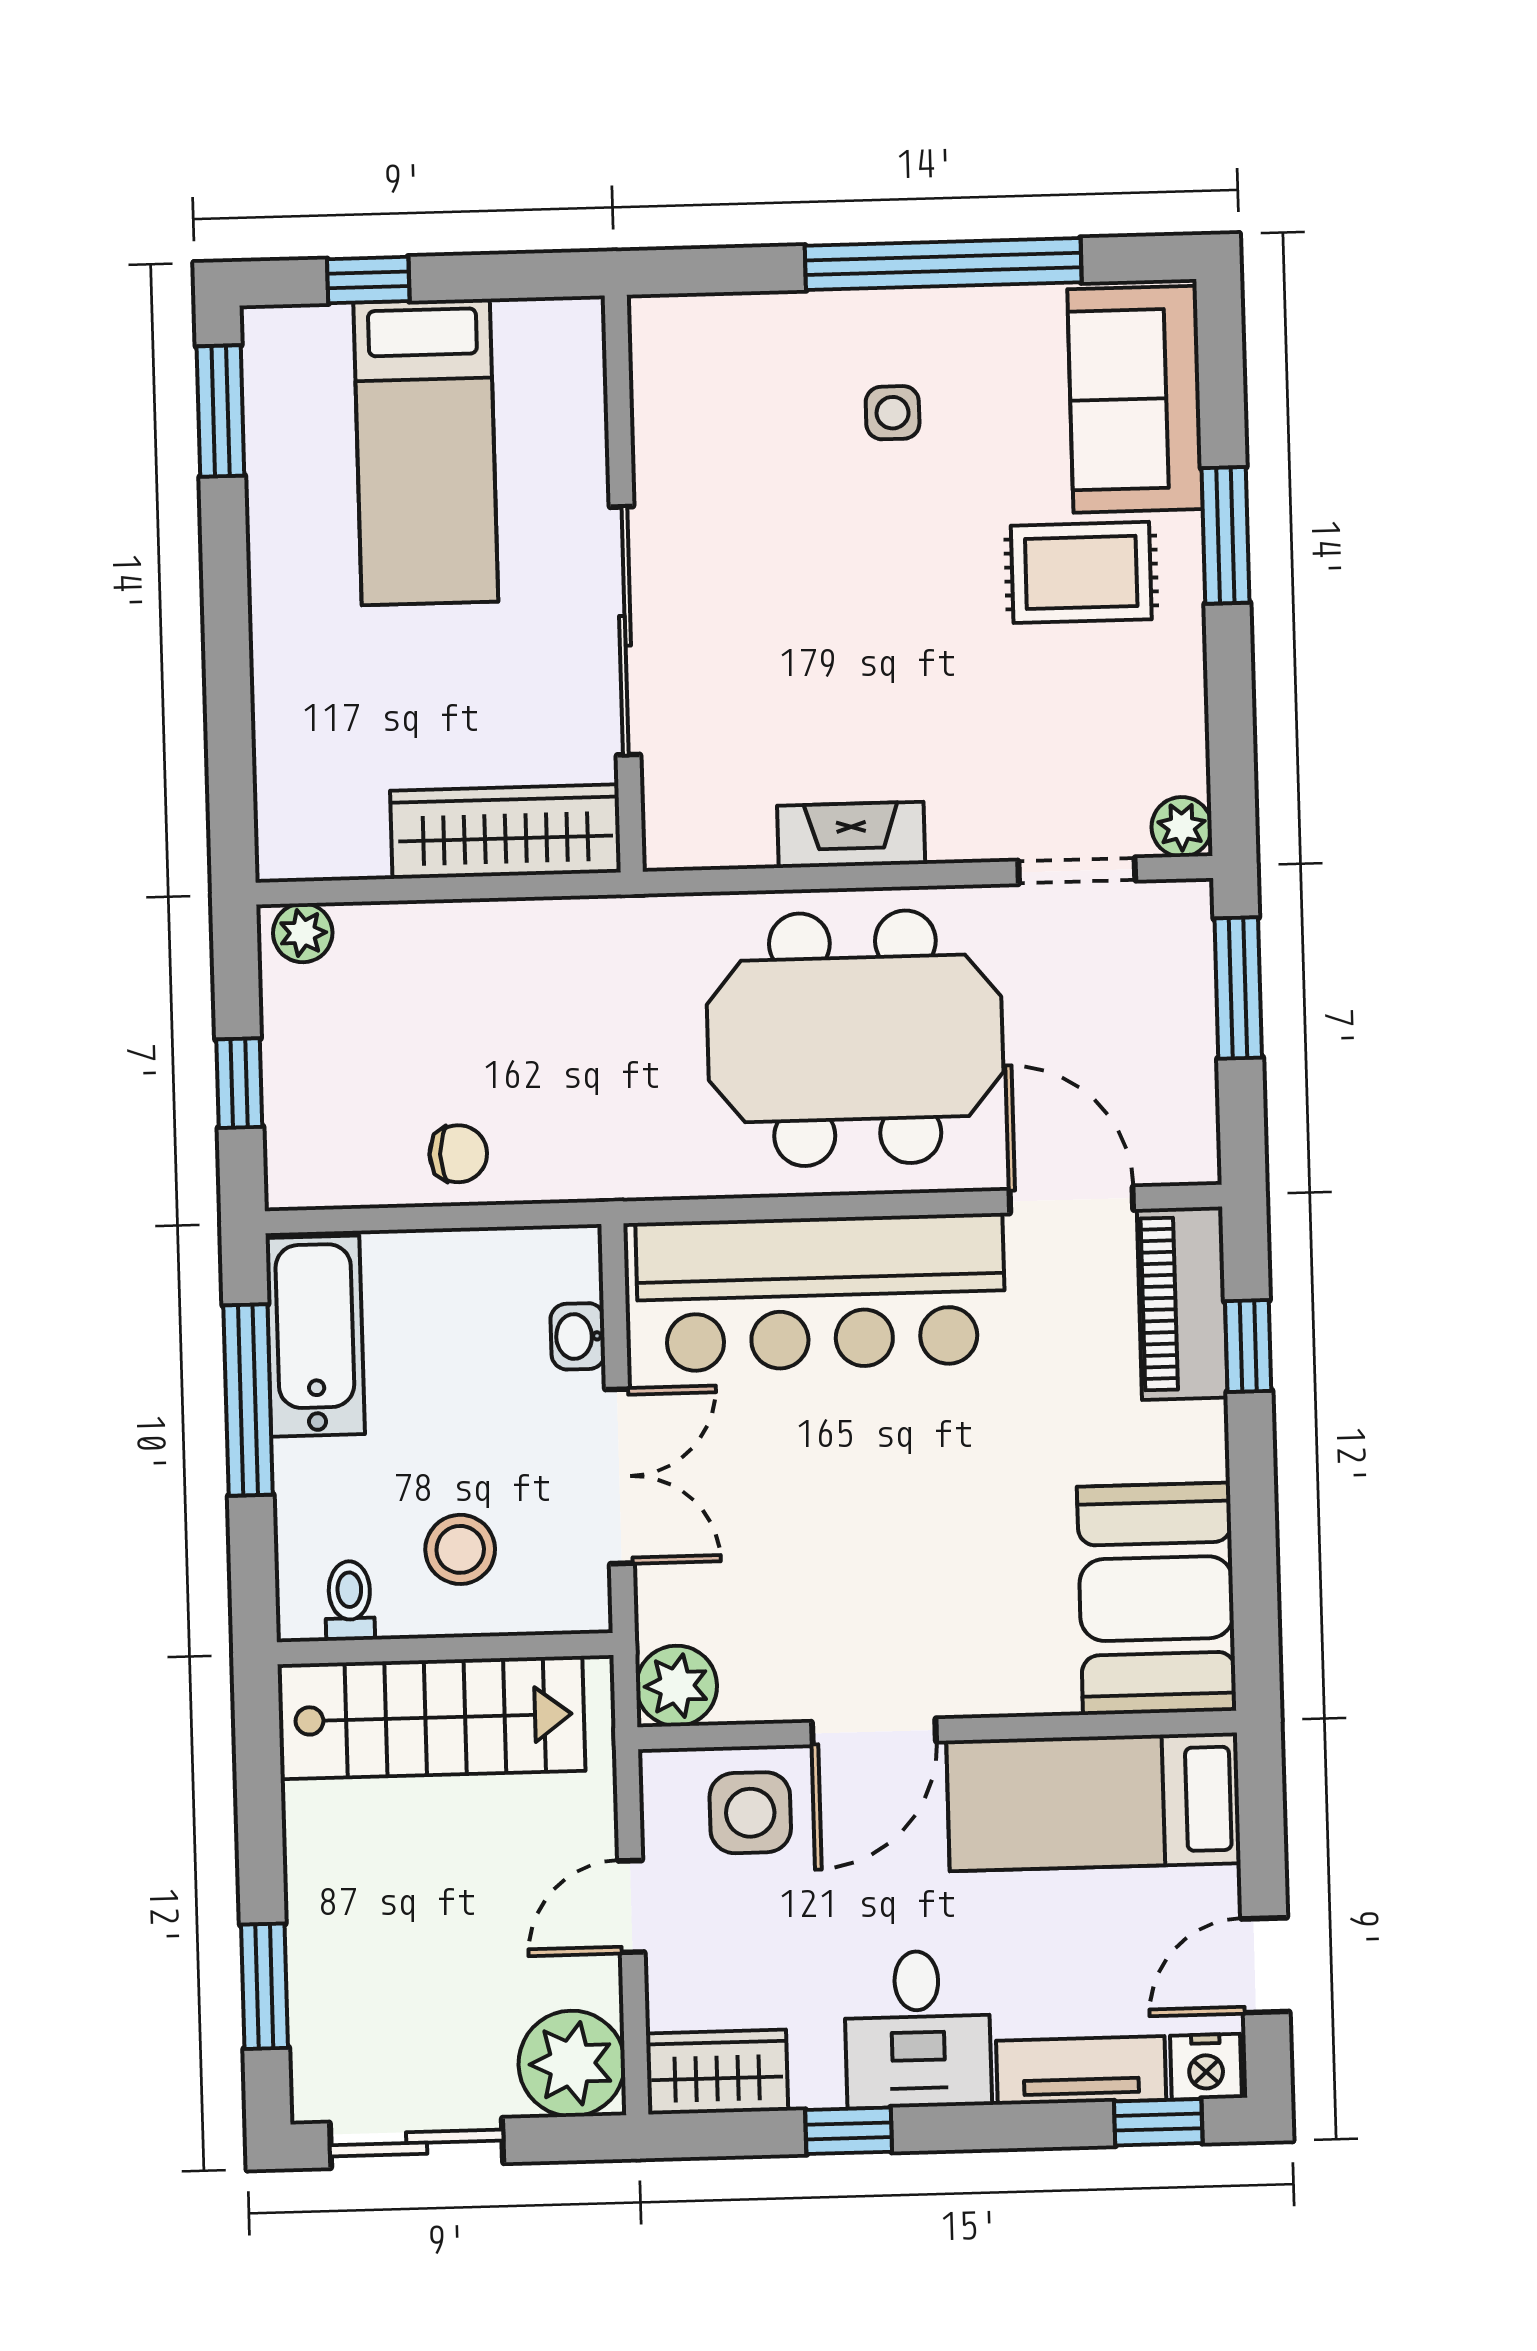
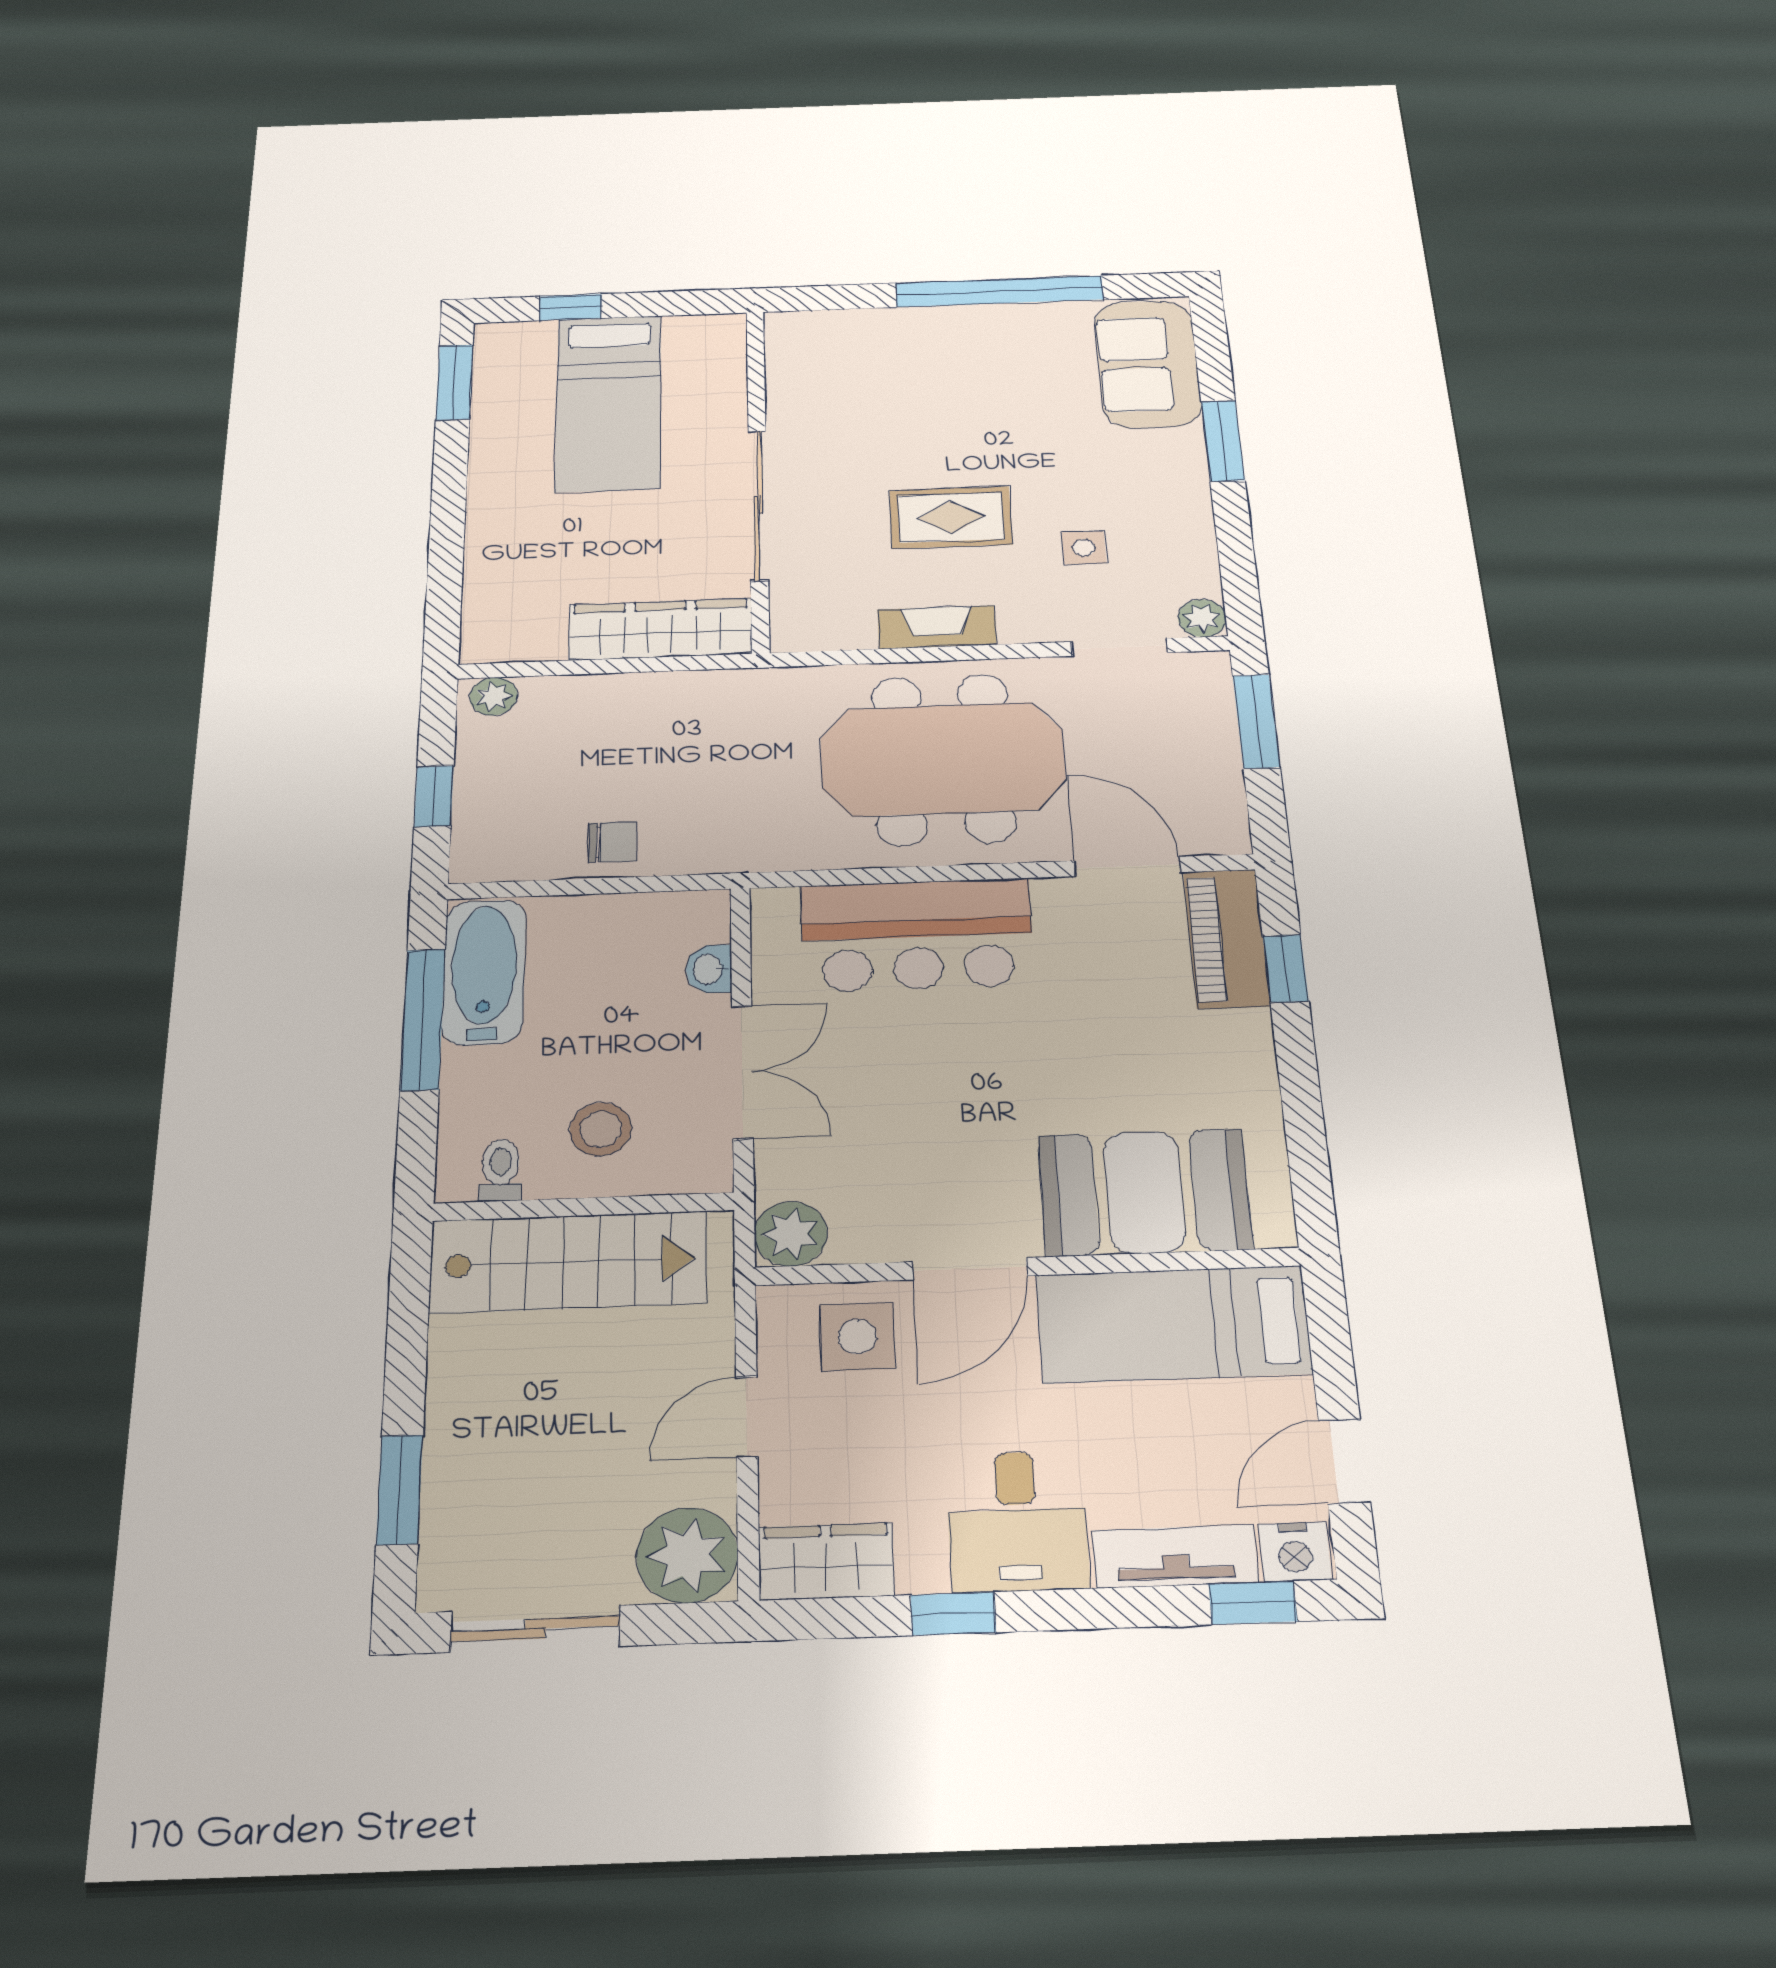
side table: (893, 413) -> (1084, 548), moved
rug: (1081, 572) -> (951, 517), moved
bar counter: (821, 1293) -> (917, 935), width x0.73
booth: (1157, 1599) -> (1144, 1192), moved, turned 90

